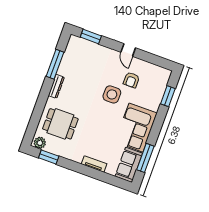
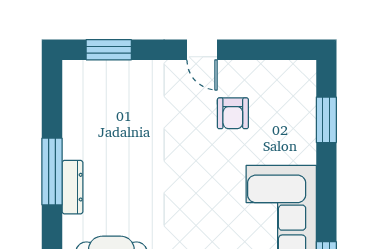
window: (55, 64) -> (52, 172), moved
side table: (112, 94) -> (202, 161), removed

